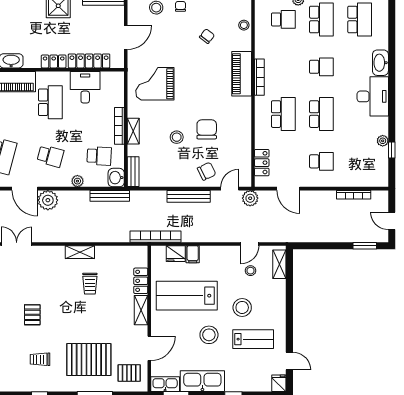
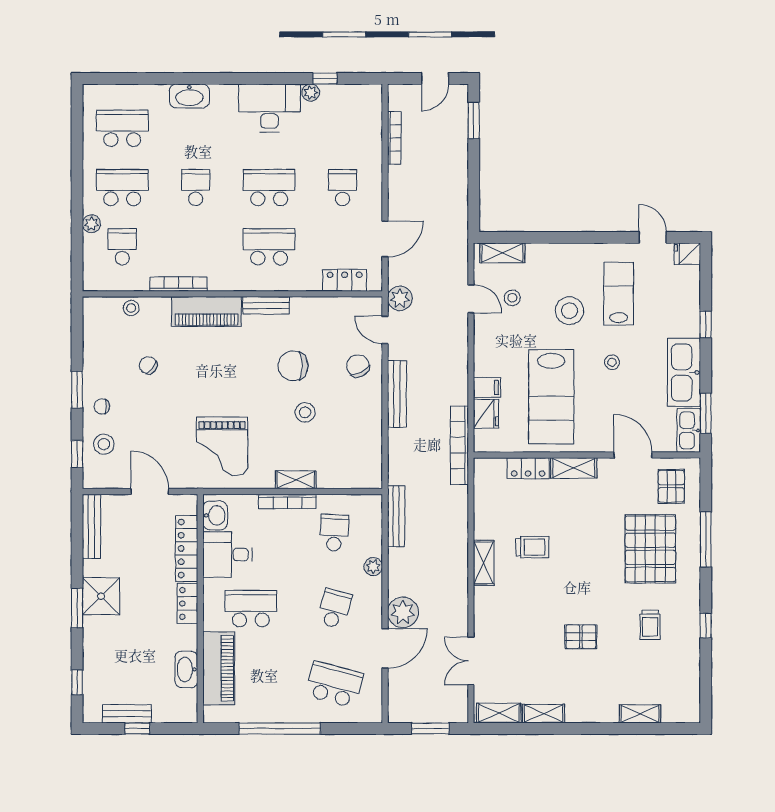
bookcase: (259, 77) -> (179, 284), moved
desk: (373, 96) -> (269, 108), moved
bench: (133, 172) -> (266, 305), moved
washbasin: (116, 178) -> (215, 515), moved, turned -90
stool: (209, 335) -> (612, 362), width x0.53, depth x0.53
door: (289, 361) -> (653, 237), hinge flipped

